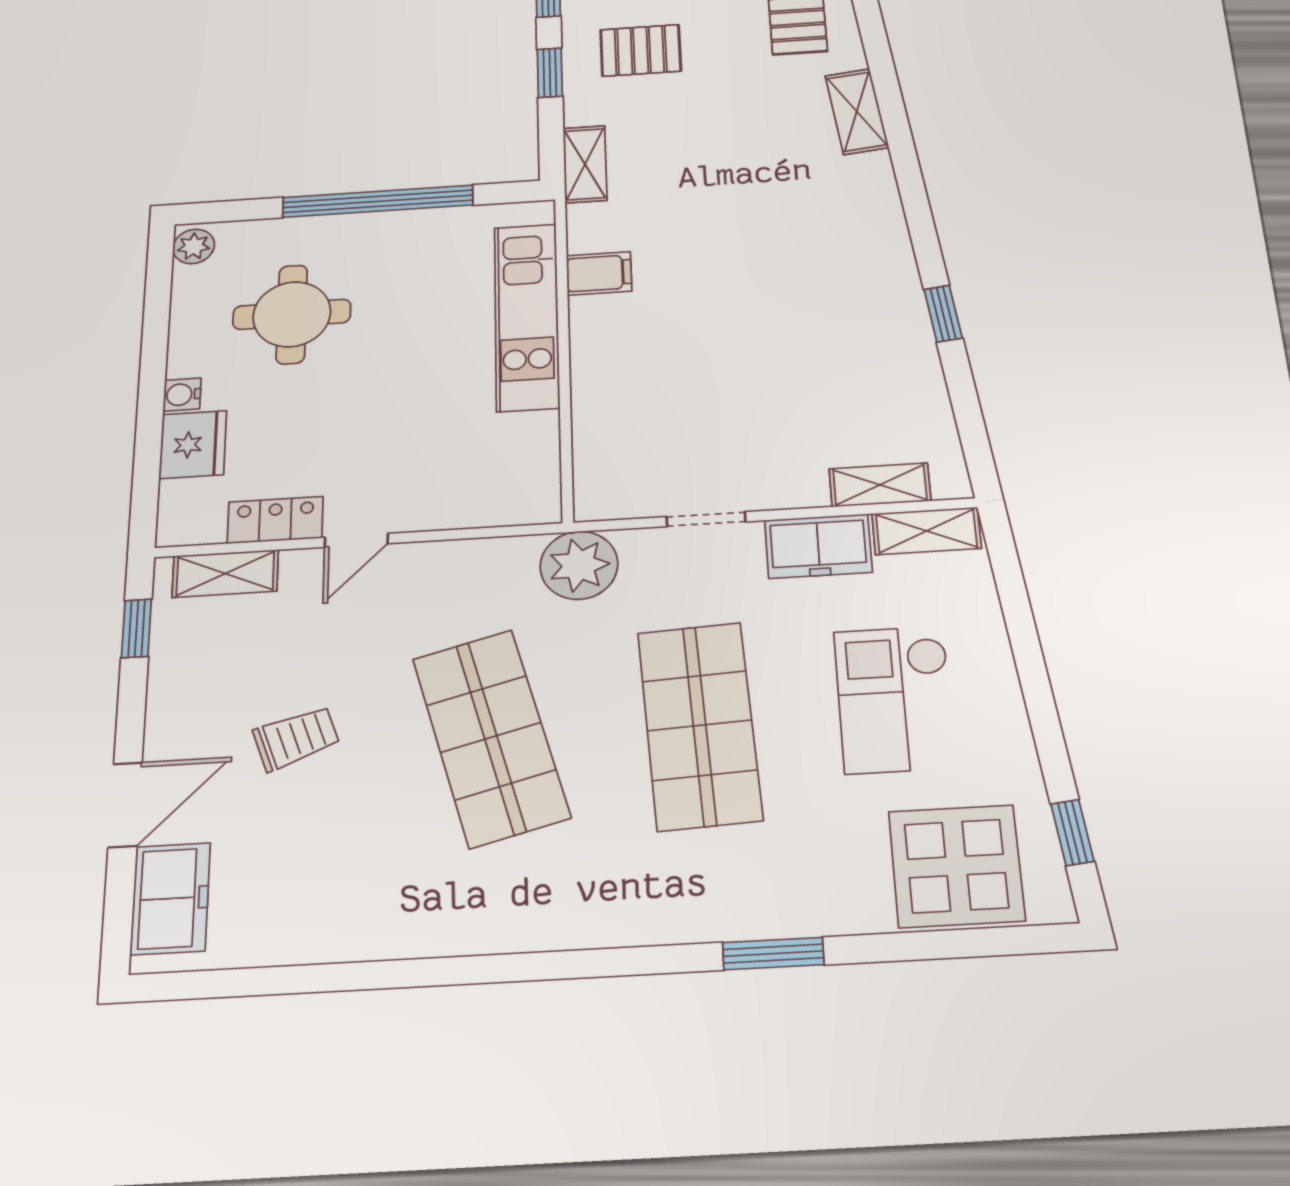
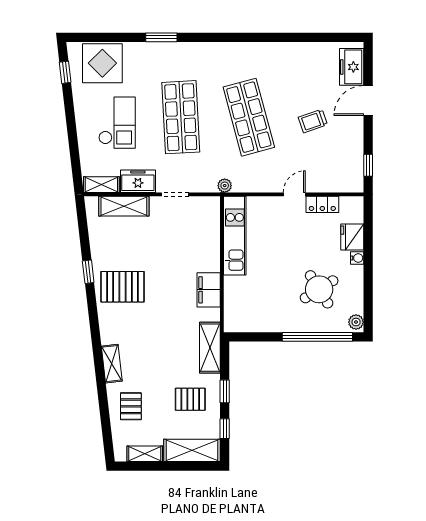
shelving: (585, 164) -> (210, 348), width x1.50, depth x1.33
window: (378, 201) -> (317, 337), moved
filing cabinet: (599, 273) -> (209, 290), width x2.00
pallet: (842, 285) -> (122, 287), added
round table: (292, 314) -> (319, 289), turned -32
kitchen unit: (527, 316) -> (235, 236), moved
shelving: (880, 485) -> (124, 206), width x1.50, depth x1.33
plant: (579, 565) -> (225, 186), width x0.53, depth x0.53
shelving: (225, 574) -> (339, 184), removed

